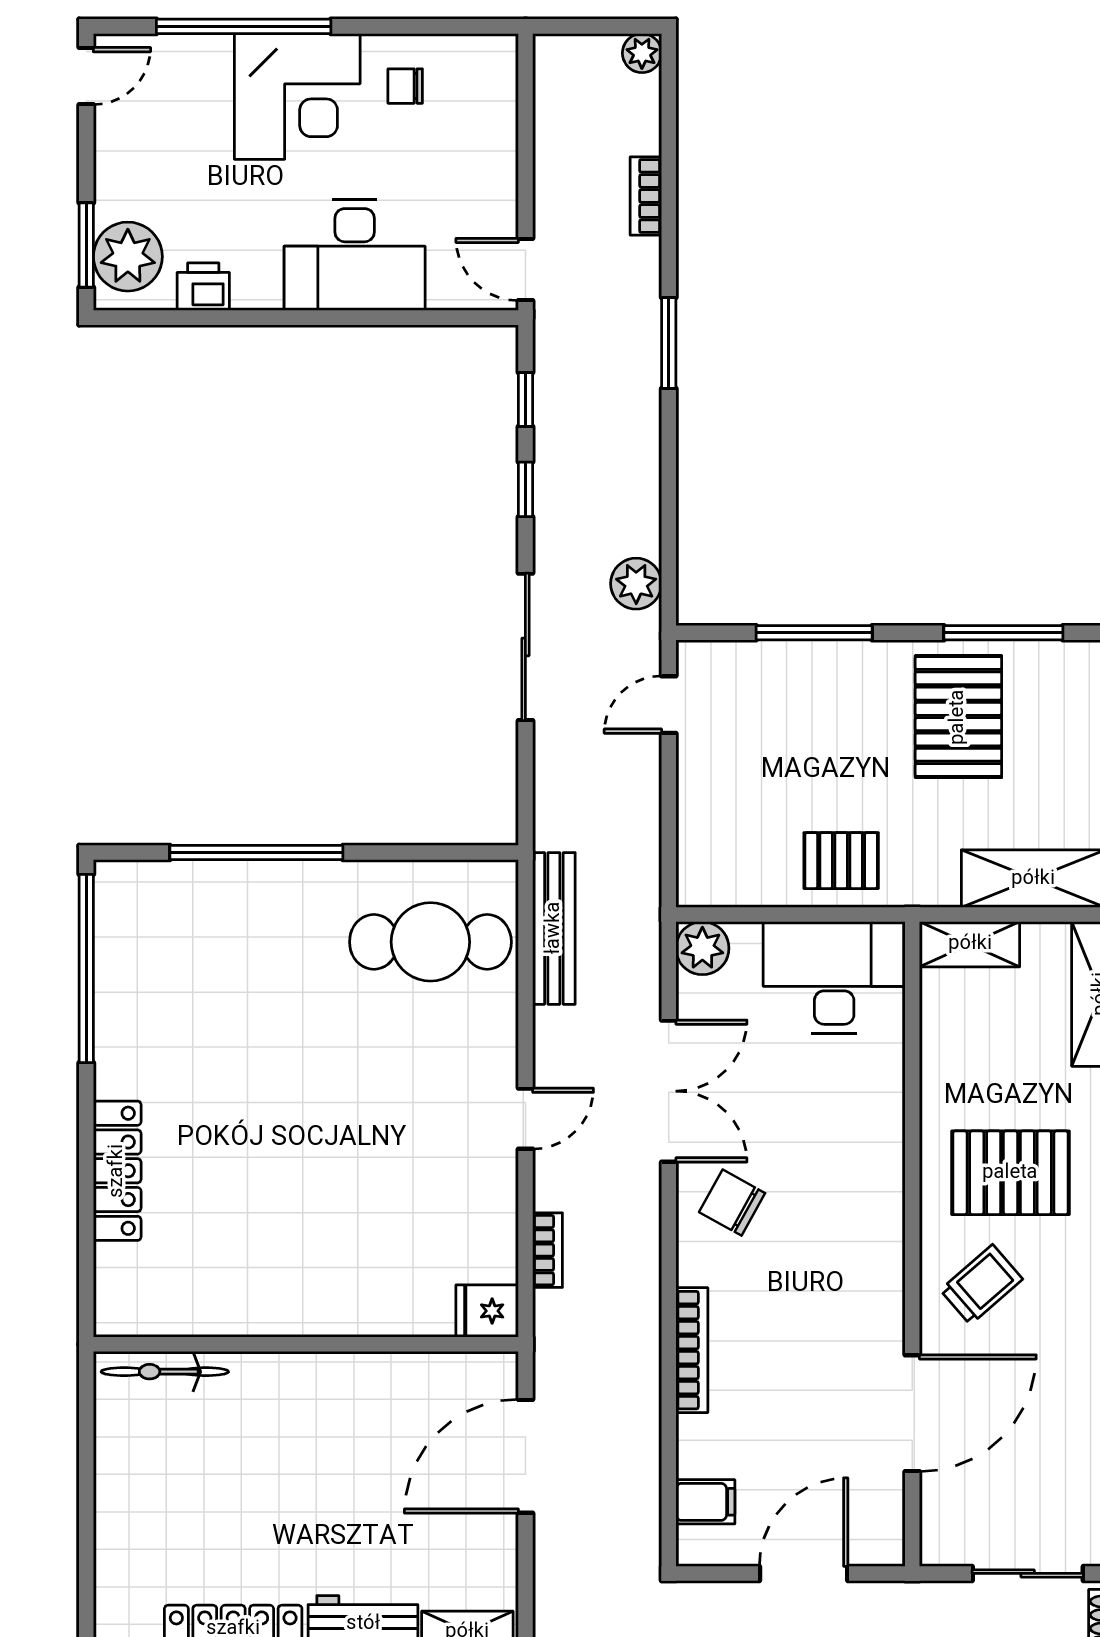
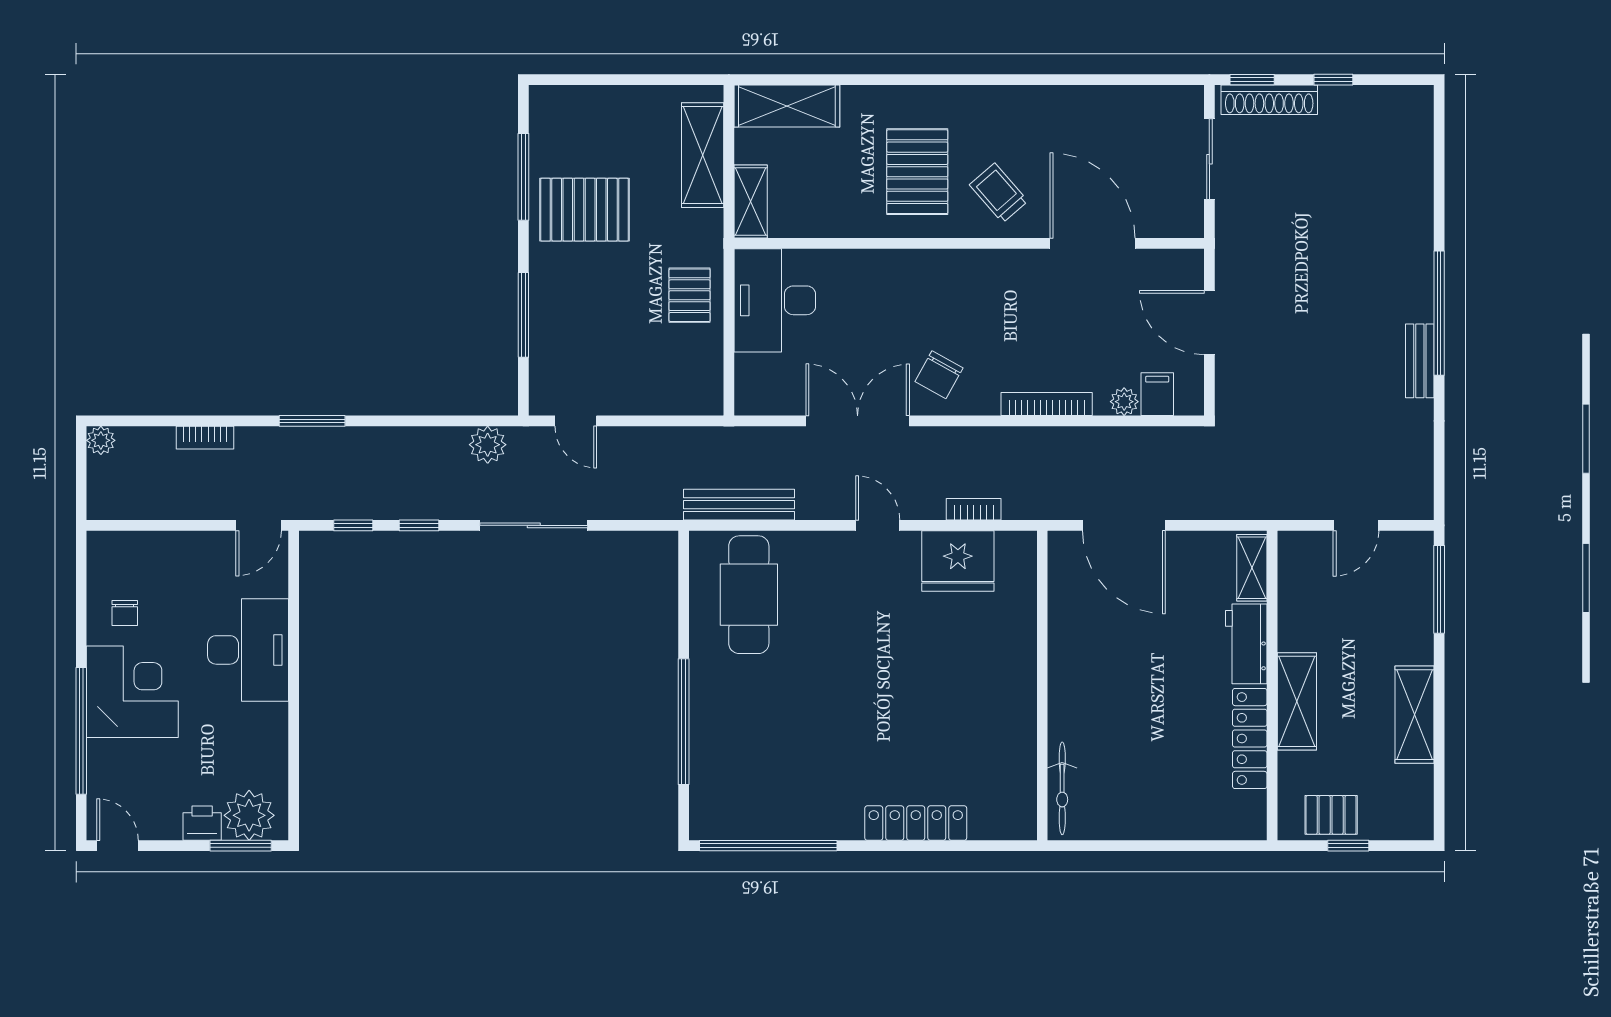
printer: (203, 287) -> (202, 823), moved, turned 90
plant: (702, 948) -> (1124, 402), moved, width x0.73, depth x0.73
fridge: (487, 1311) -> (958, 561), moved, width x1.88, depth x1.34

